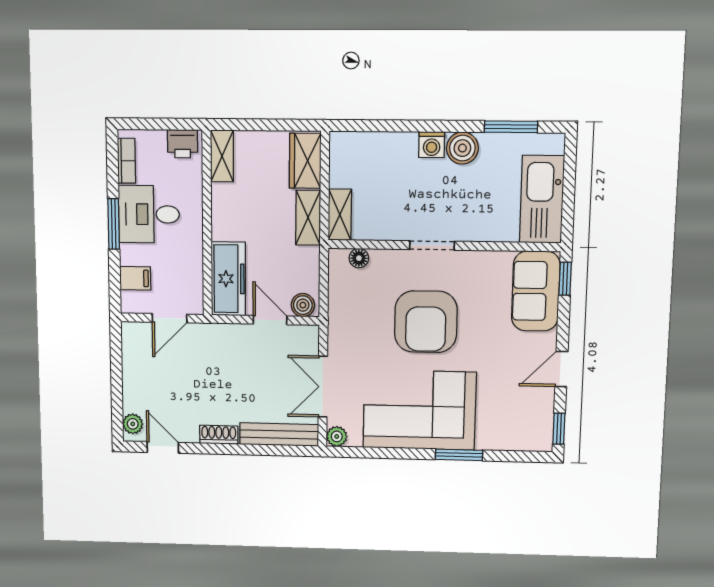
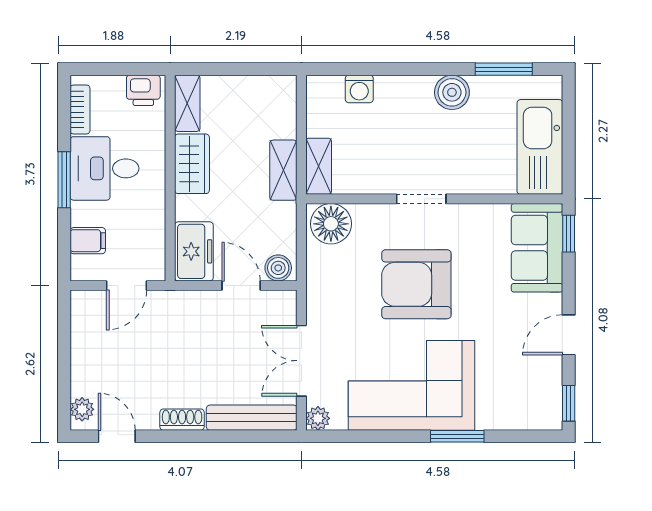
washing machine: (432, 145) -> (359, 89), moved
wardrobe: (305, 161) -> (192, 164), moved, turned 180
floor lamp: (359, 258) -> (331, 224), width x1.89, depth x1.89
freezer: (228, 279) -> (194, 251), width x0.71
armchair: (426, 322) -> (416, 284), turned 90

